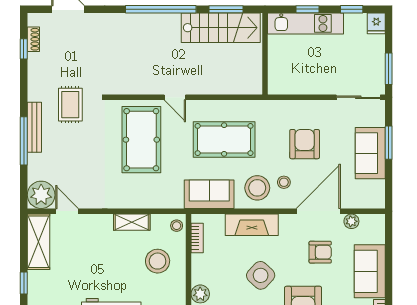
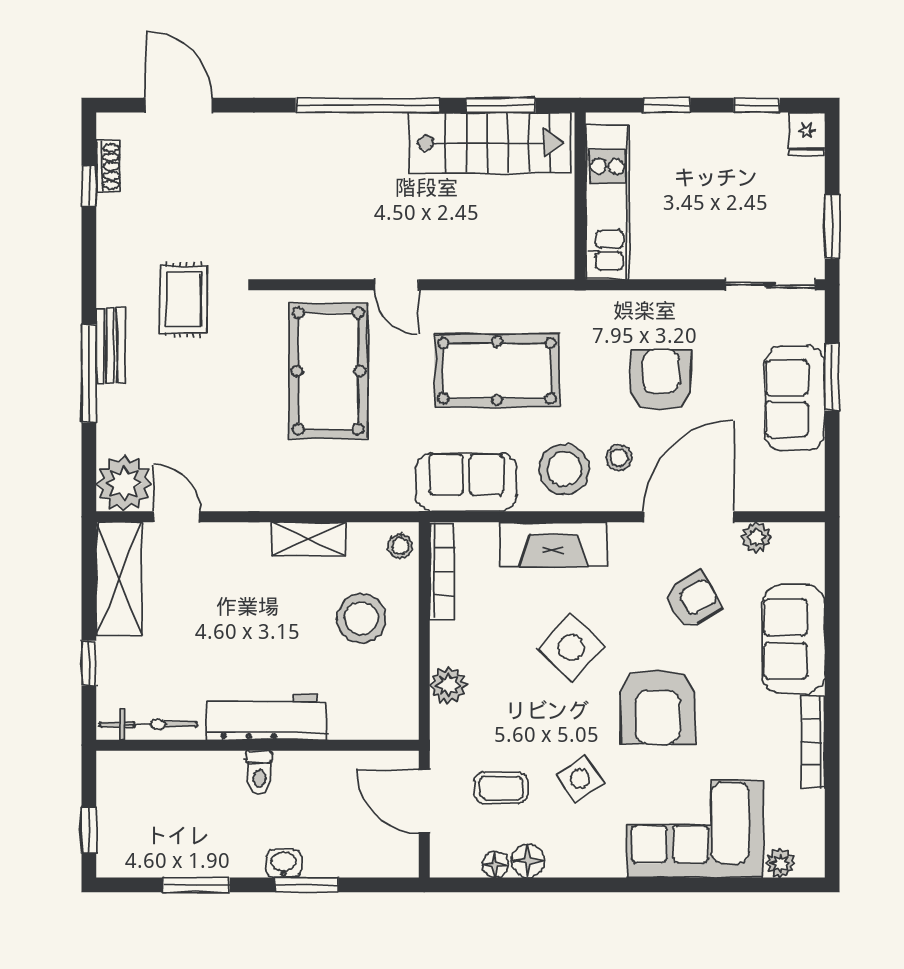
kitchen unit: (306, 23) -> (607, 202), moved, turned -90
bench: (34, 127) -> (110, 346), width x0.73
bookcase: (197, 238) -> (442, 571), width x1.56
armchair: (320, 252) -> (693, 600), turned -31

